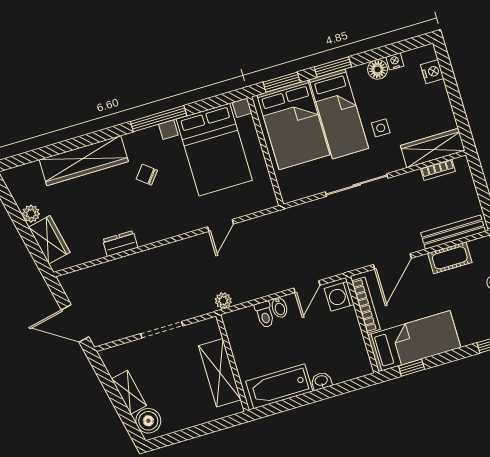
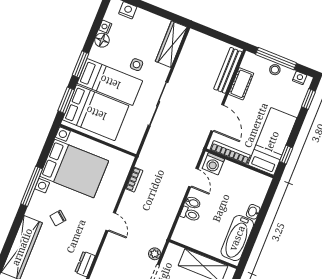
bookcase: (438, 170) -> (134, 180), moved
door: (221, 225) -> (111, 222), moved
plant: (223, 301) -> (155, 254), moved

